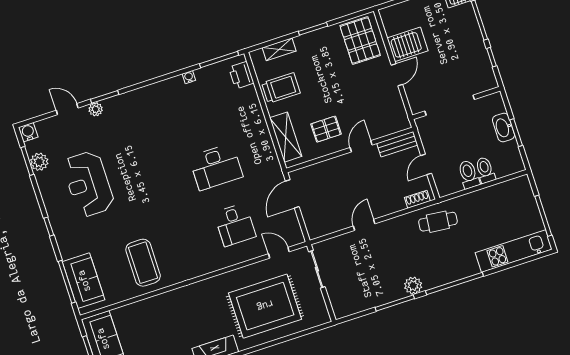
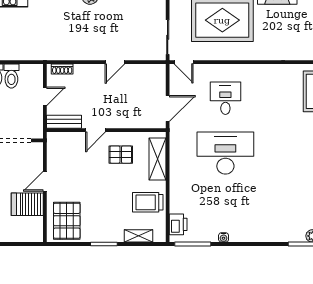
desk: (216, 167) -> (225, 153), width x1.36, depth x1.30
cafe table: (438, 222) -> (51, 44), removed
door: (279, 253) -> (184, 62), moved

